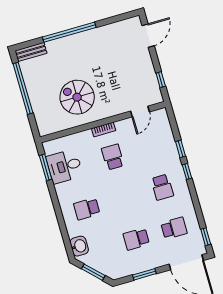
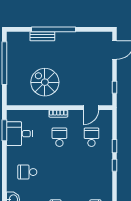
bench: (31, 52) -> (42, 36), moved
school desk: (162, 187) -> (91, 137), moved, turned 180

